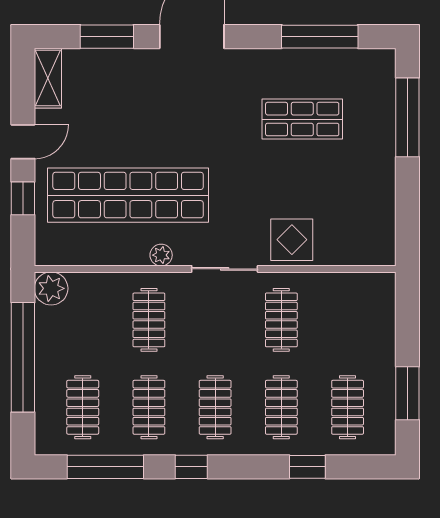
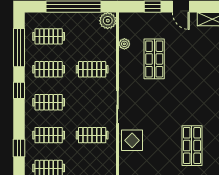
shop shelf: (128, 195) -> (154, 59), width x0.50, depth x0.74
plant: (161, 255) -> (124, 44), moved

